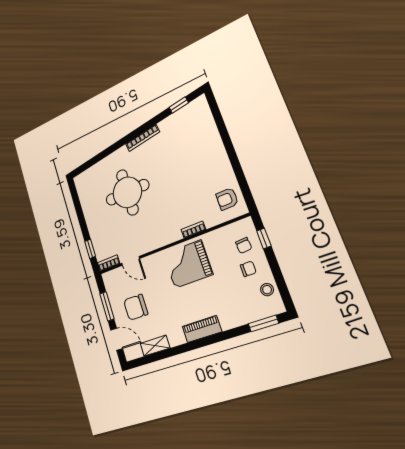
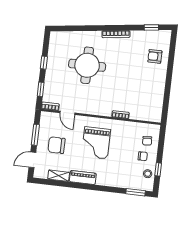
armchair: (227, 199) -> (155, 56), moved
window: (81, 216) -> (44, 63), added
window: (264, 238) -> (158, 169), moved
grand piano: (188, 264) -> (96, 143), moved, turned -90
piano: (202, 329) -> (83, 177), moved
door: (117, 339) -> (32, 160), swing flipped

